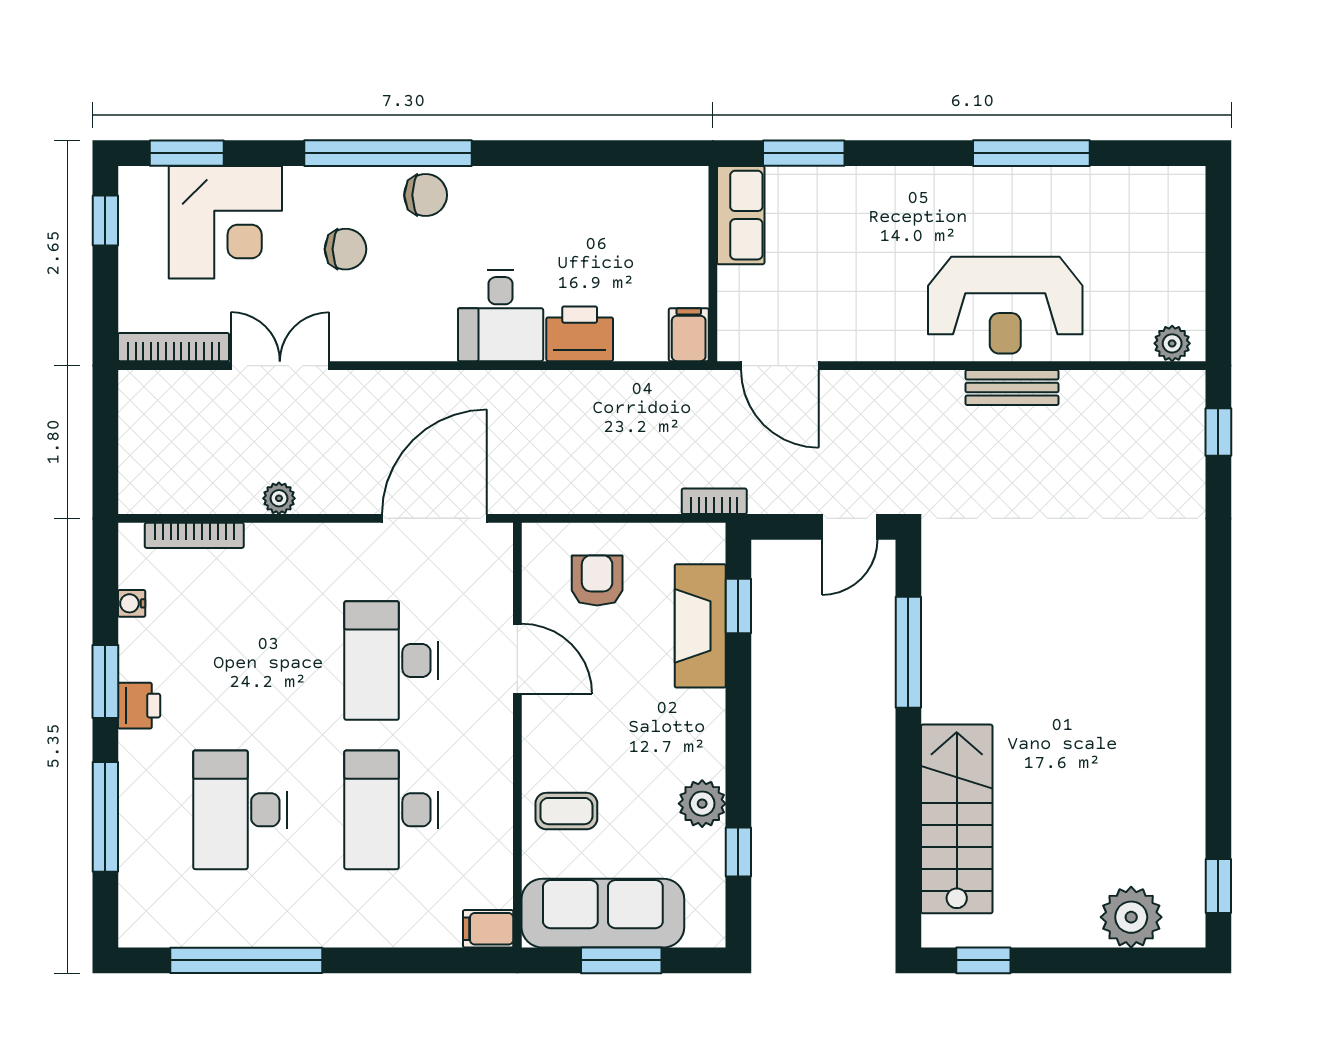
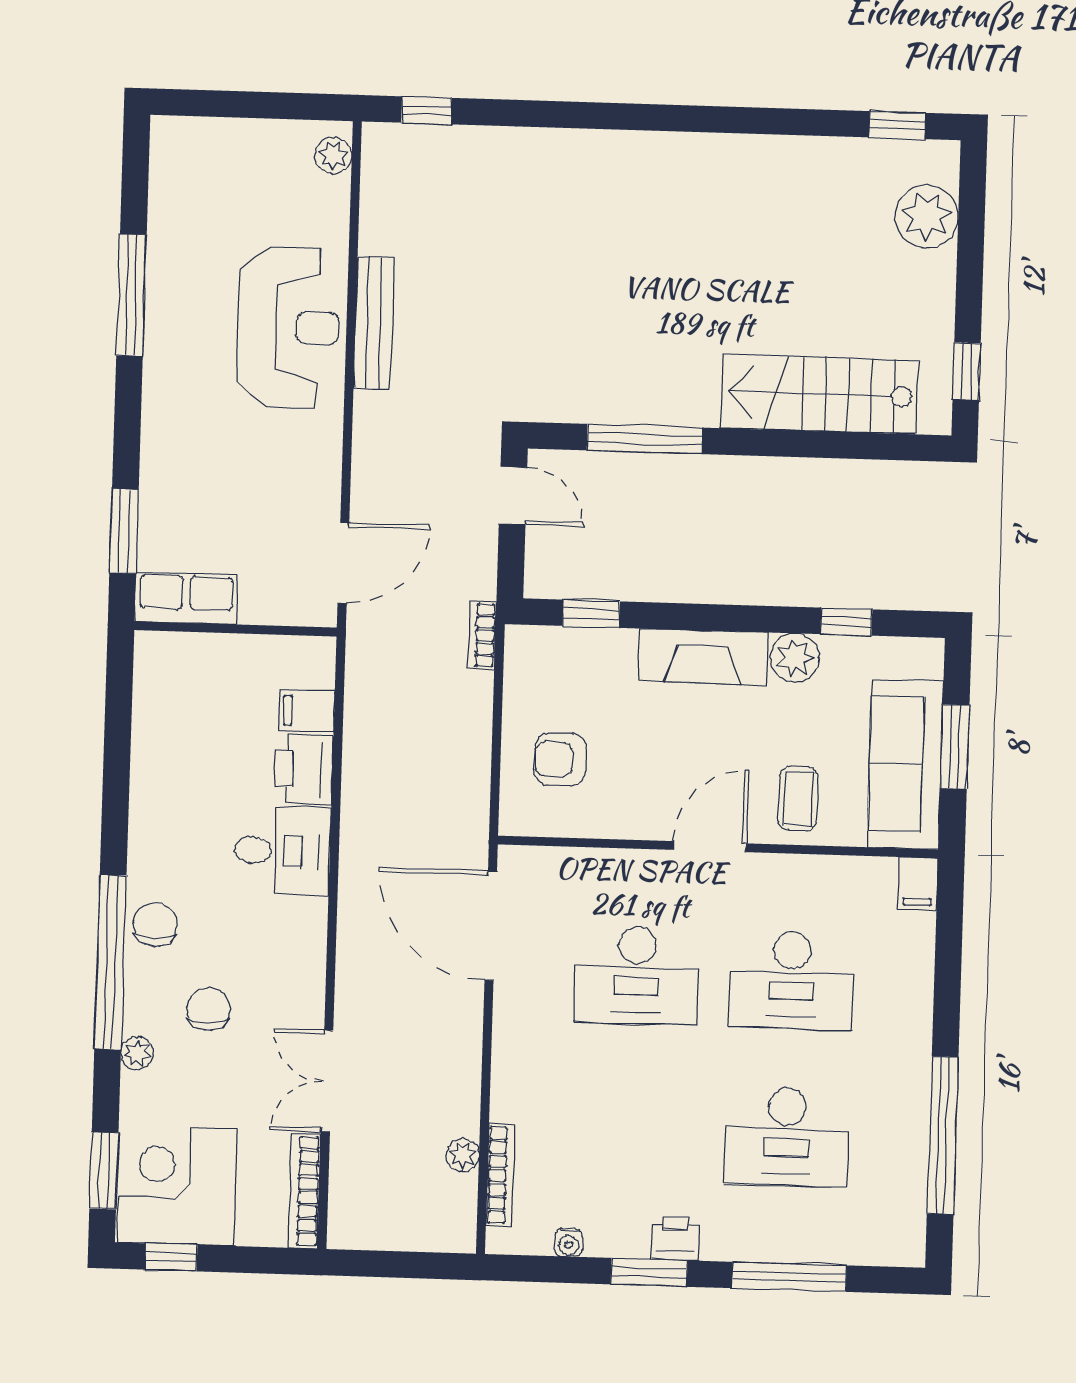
plant: (301, 182) -> (137, 1053), added
corner desk: (225, 222) -> (177, 1186), moved, turned -90
filing cabinet: (689, 335) -> (307, 711), moved
bench: (1012, 387) -> (374, 323), width x1.36
plant: (279, 498) -> (463, 1155), moved
fireplace: (700, 626) -> (703, 657), moved
door: (517, 659) -> (710, 847), moved

